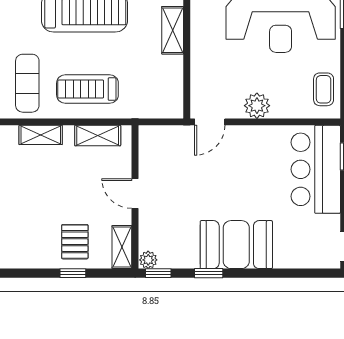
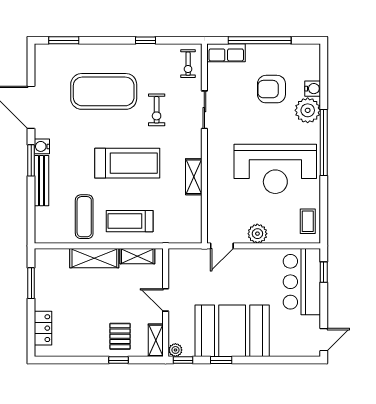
shelving: (41, 135) -> (94, 258), width x1.50, depth x1.33
booth: (236, 245) -> (232, 331), width x1.36, depth x1.42

